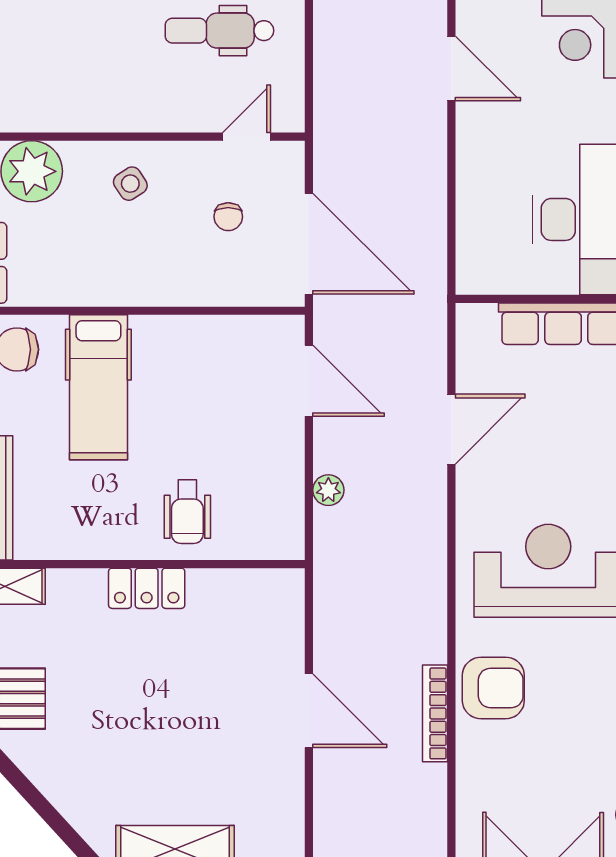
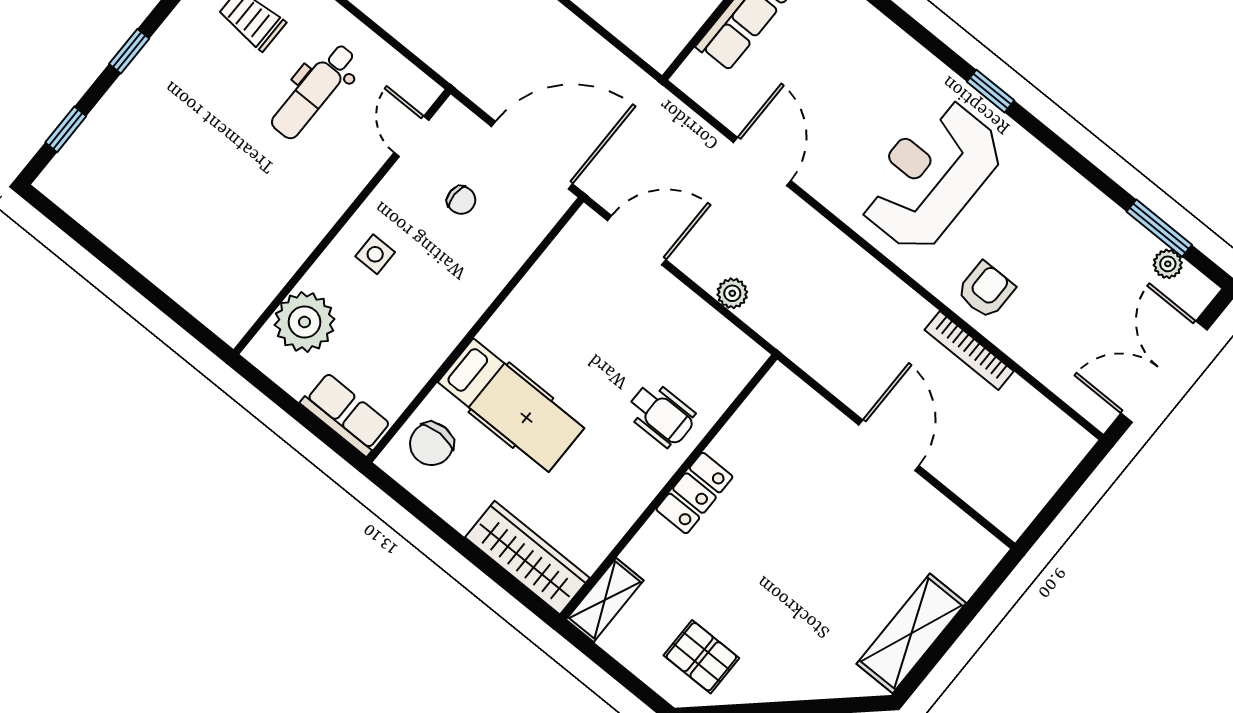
side table: (130, 184) -> (375, 254), turned 33
armchair: (493, 688) -> (986, 290), width x0.72, depth x0.72
door: (309, 711) -> (889, 445), hinge flipped

